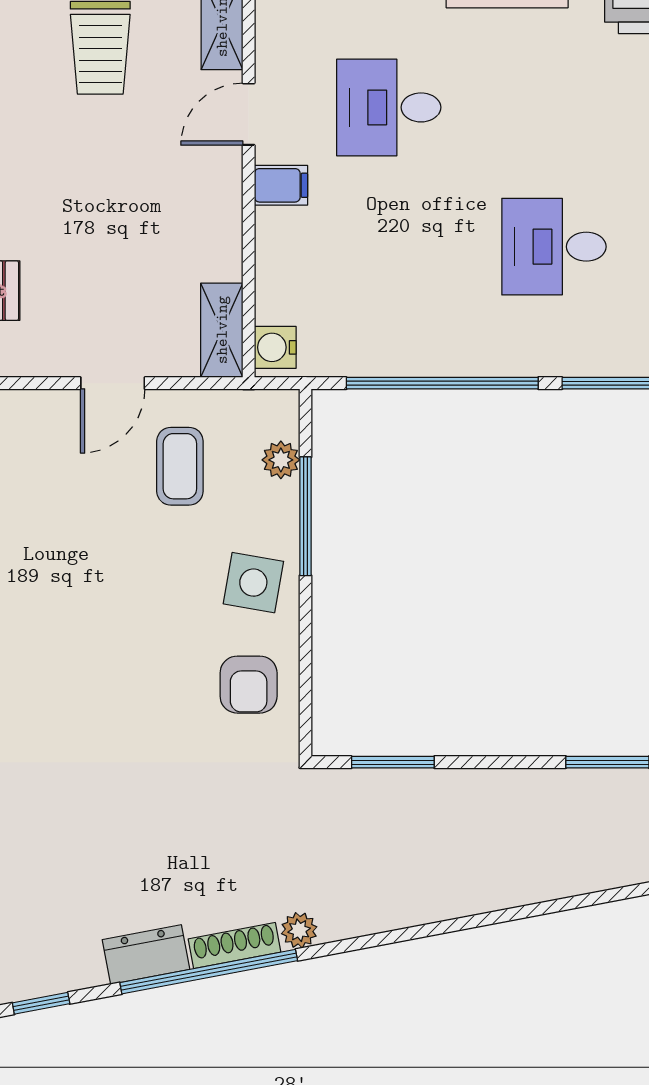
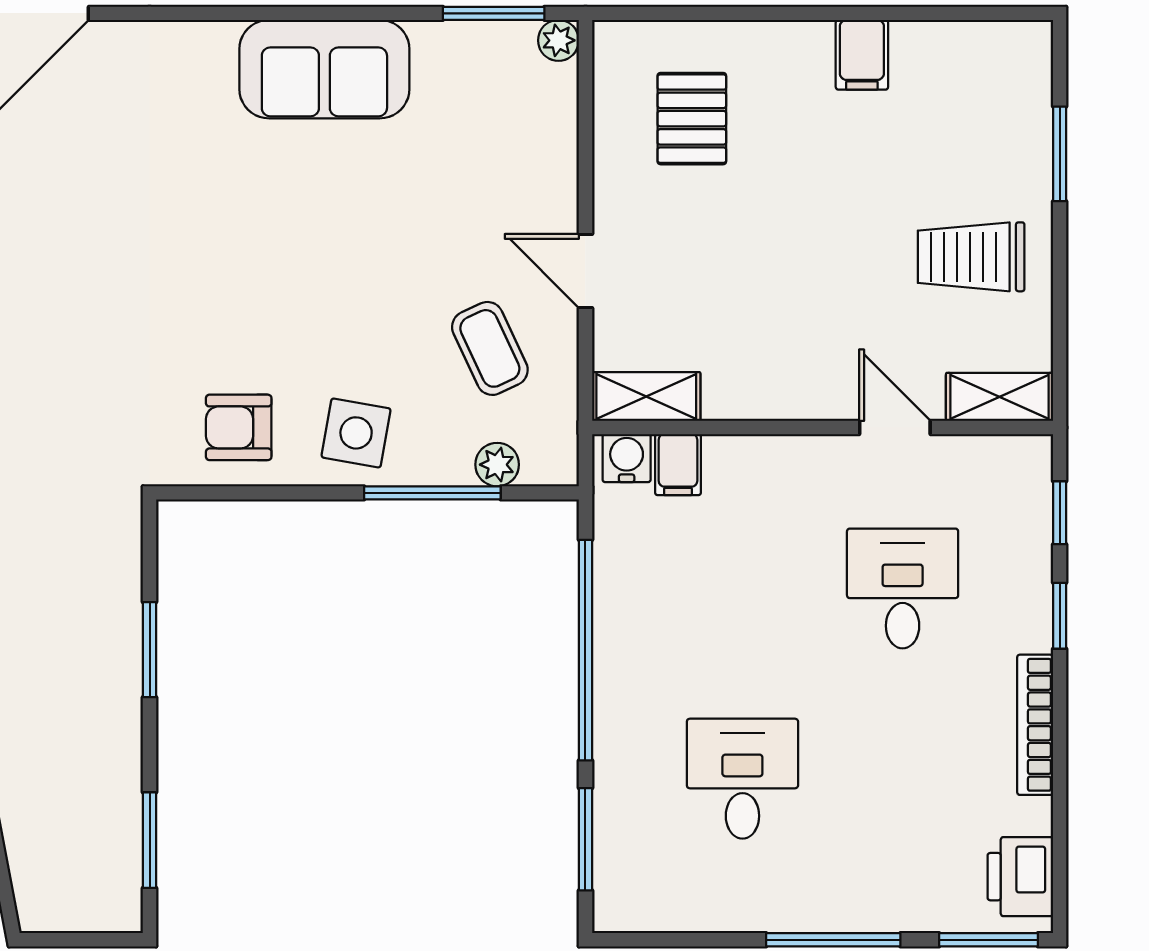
filing cabinet: (281, 185) -> (678, 465), moved
coffee table: (180, 466) -> (490, 348), turned 65
window: (393, 762) -> (150, 650), moved

